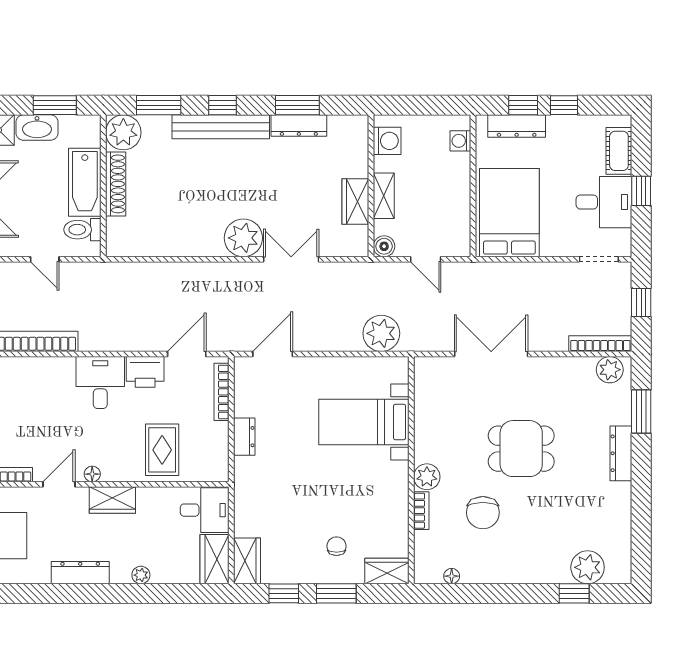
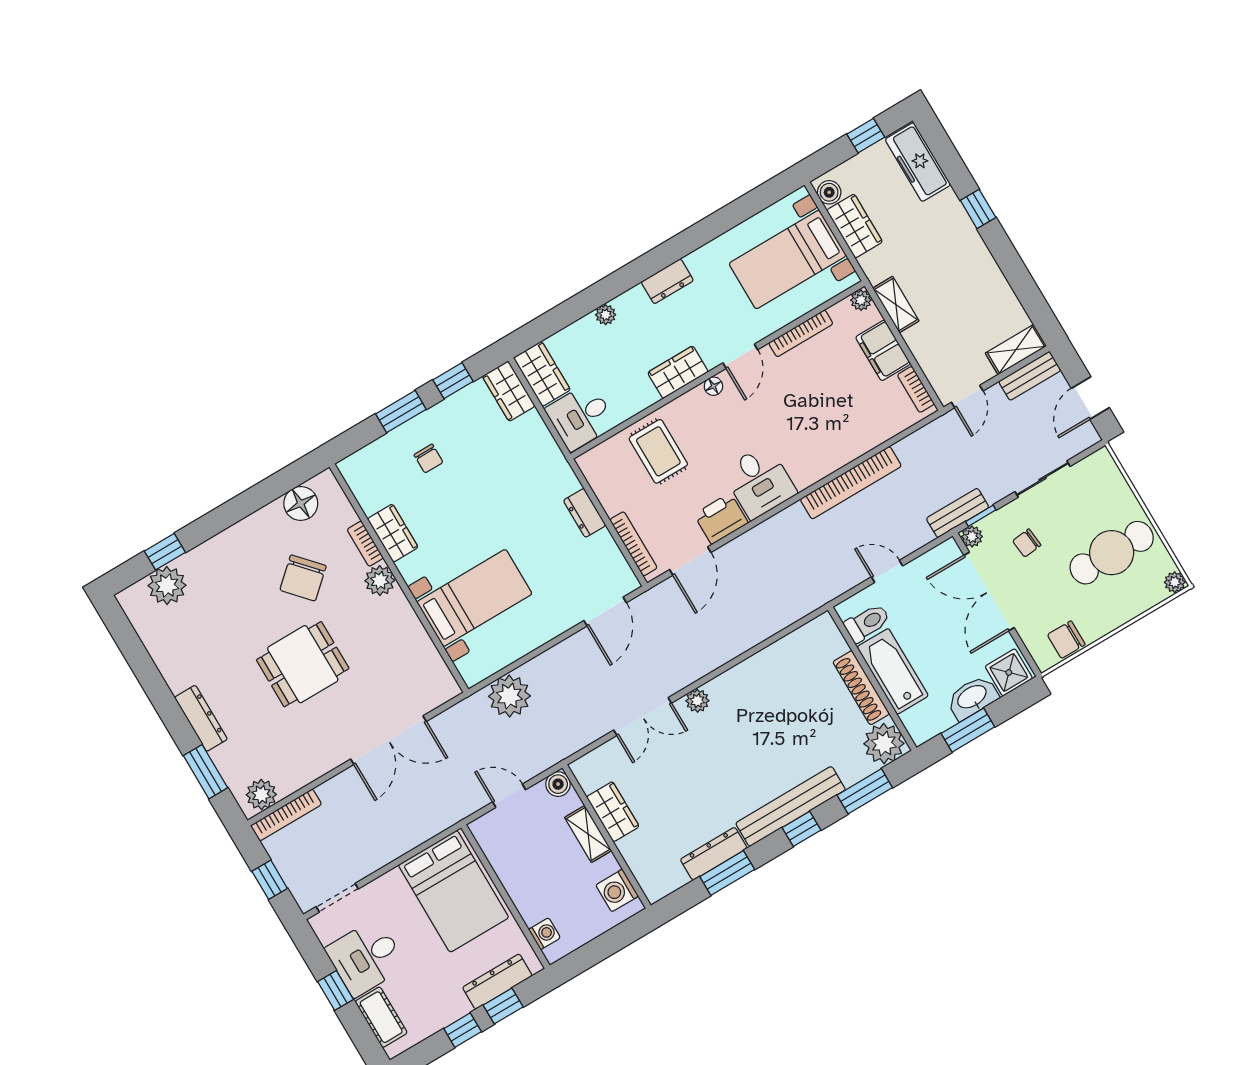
plant: (243, 238) -> (697, 701), width x0.53, depth x0.53
chair: (483, 513) -> (303, 578), turned -132
wardrobe: (387, 571) -> (393, 533), moved, turned -90
dresser: (80, 573) -> (667, 281), width x0.70
floor lamp: (452, 576) -> (301, 503), width x1.89, depth x1.89

